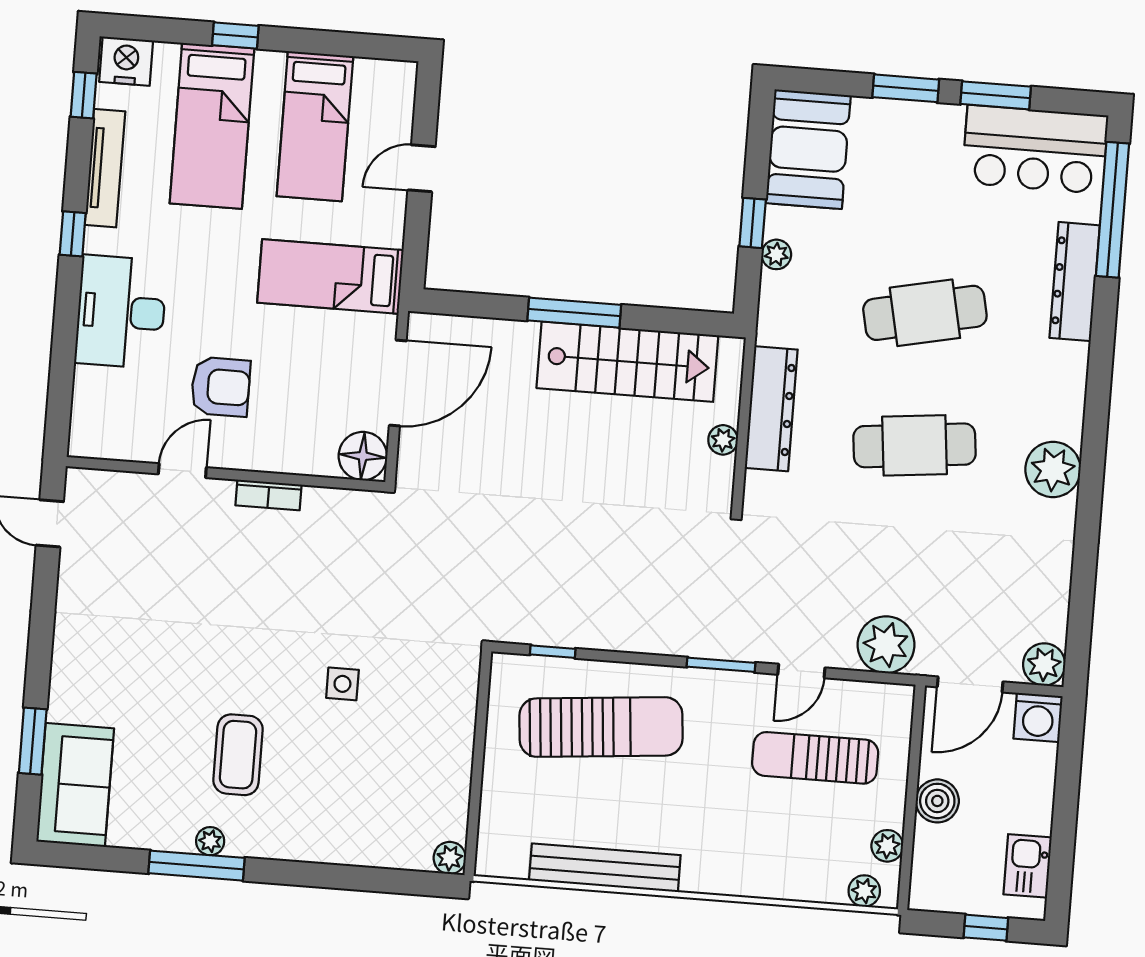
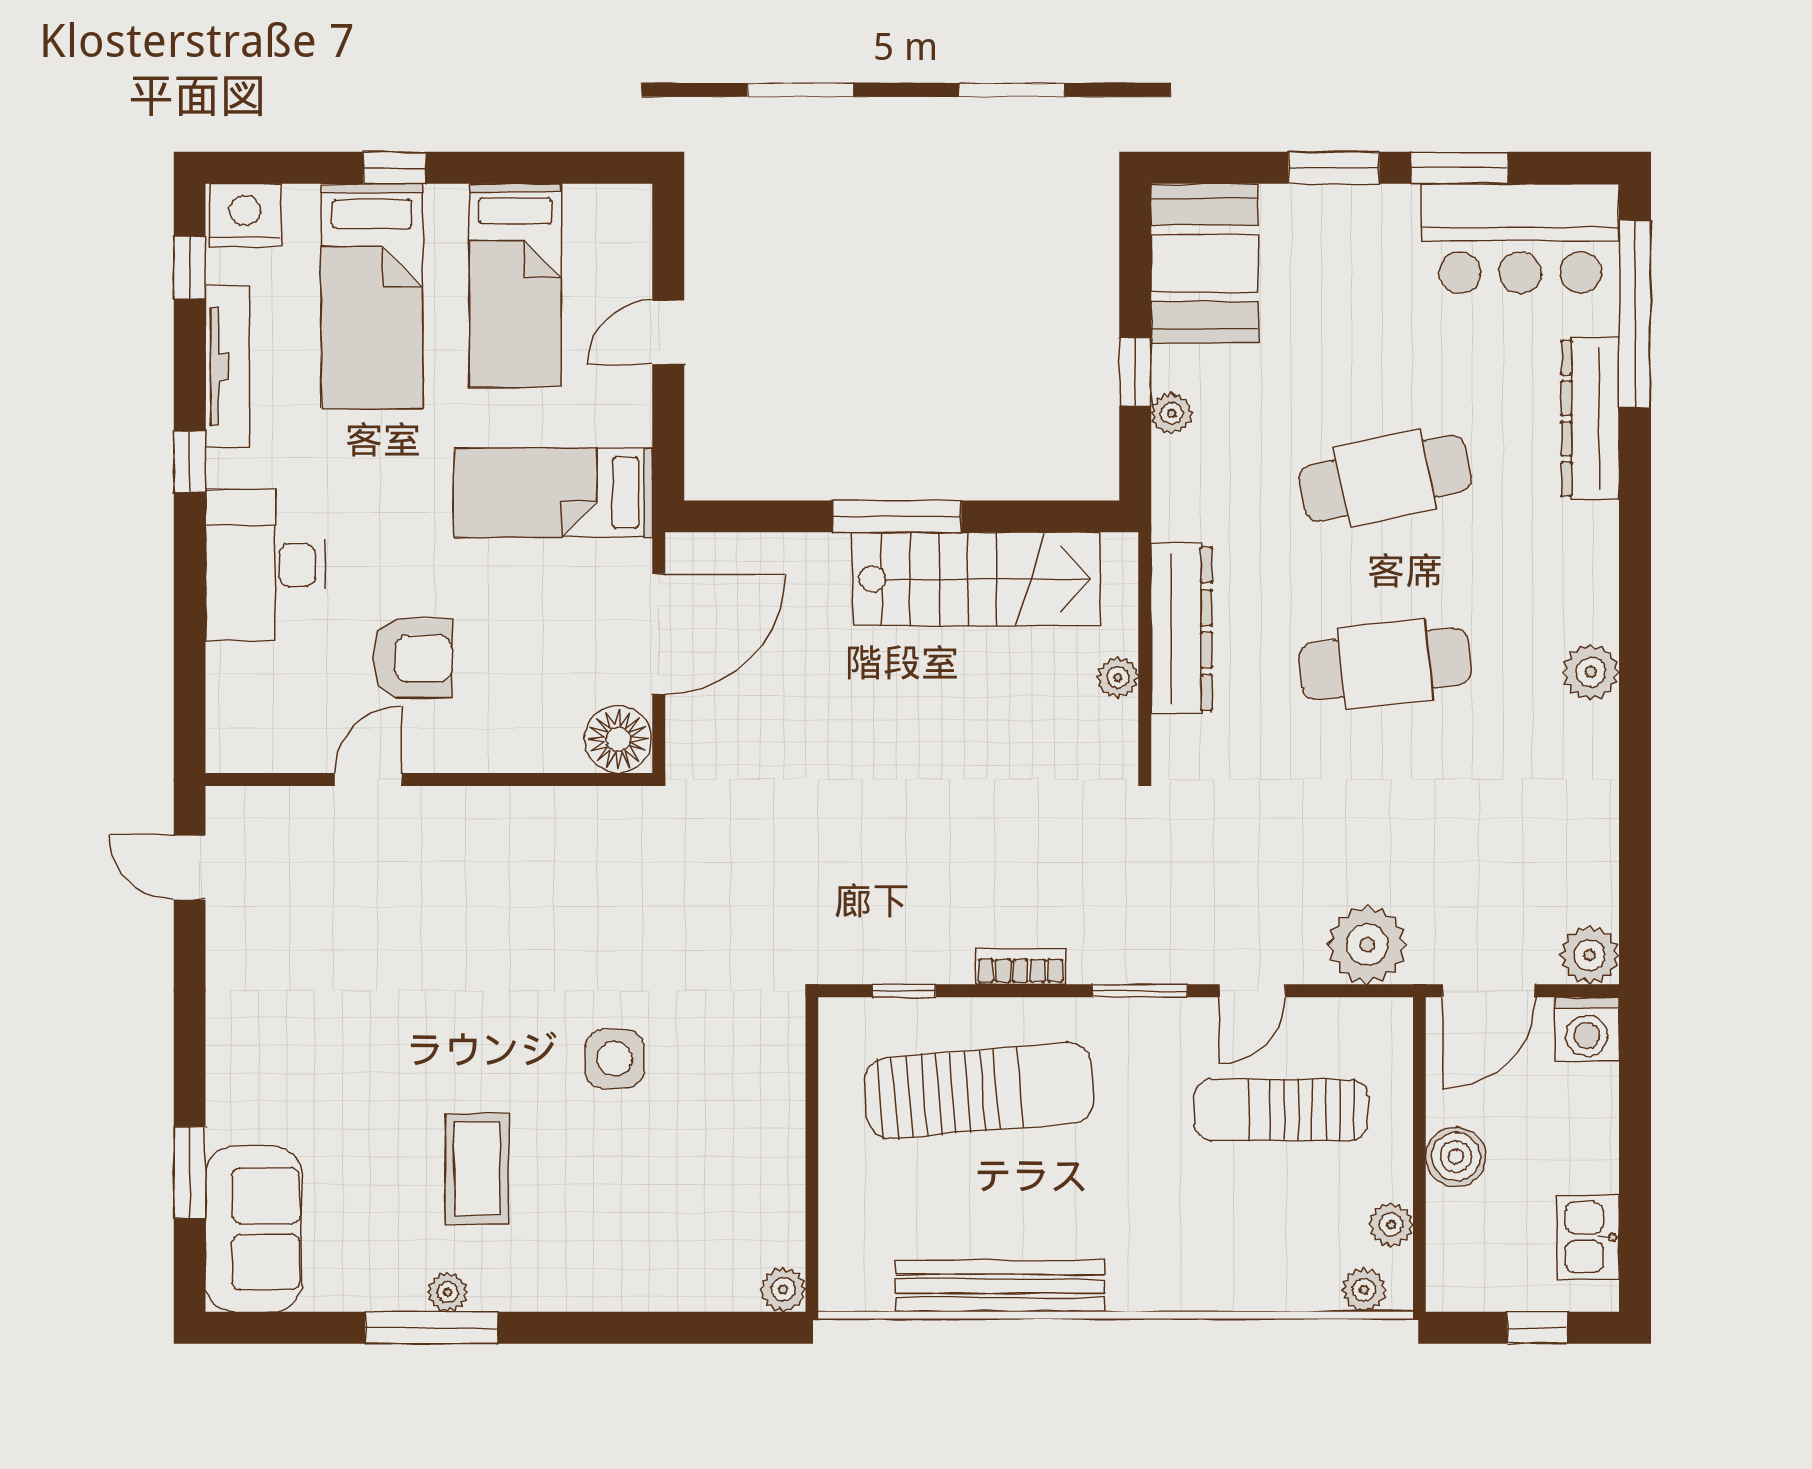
plant: (1053, 469) -> (1591, 672), width x0.73, depth x0.73
bookcase: (268, 495) -> (1020, 966), moved, turned 180
side table: (342, 684) -> (615, 1059), width x1.37, depth x1.37

